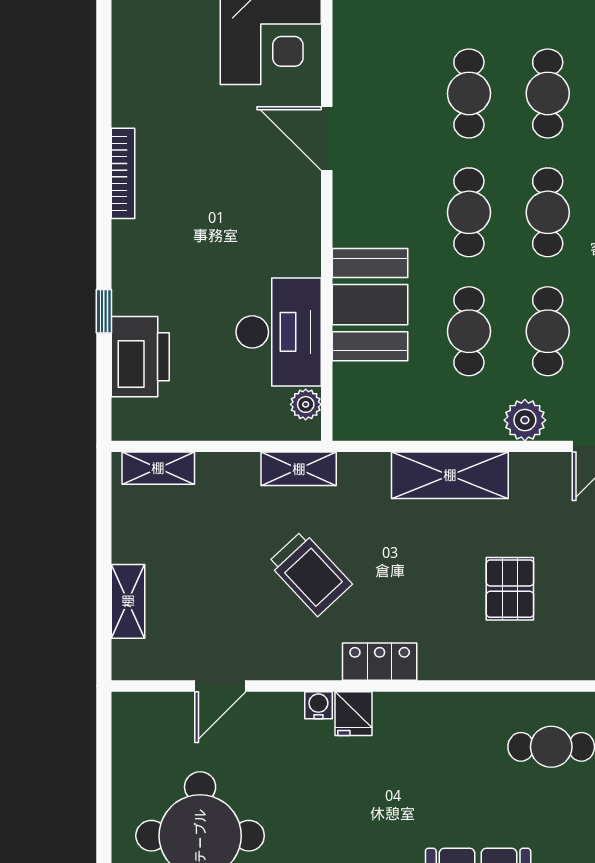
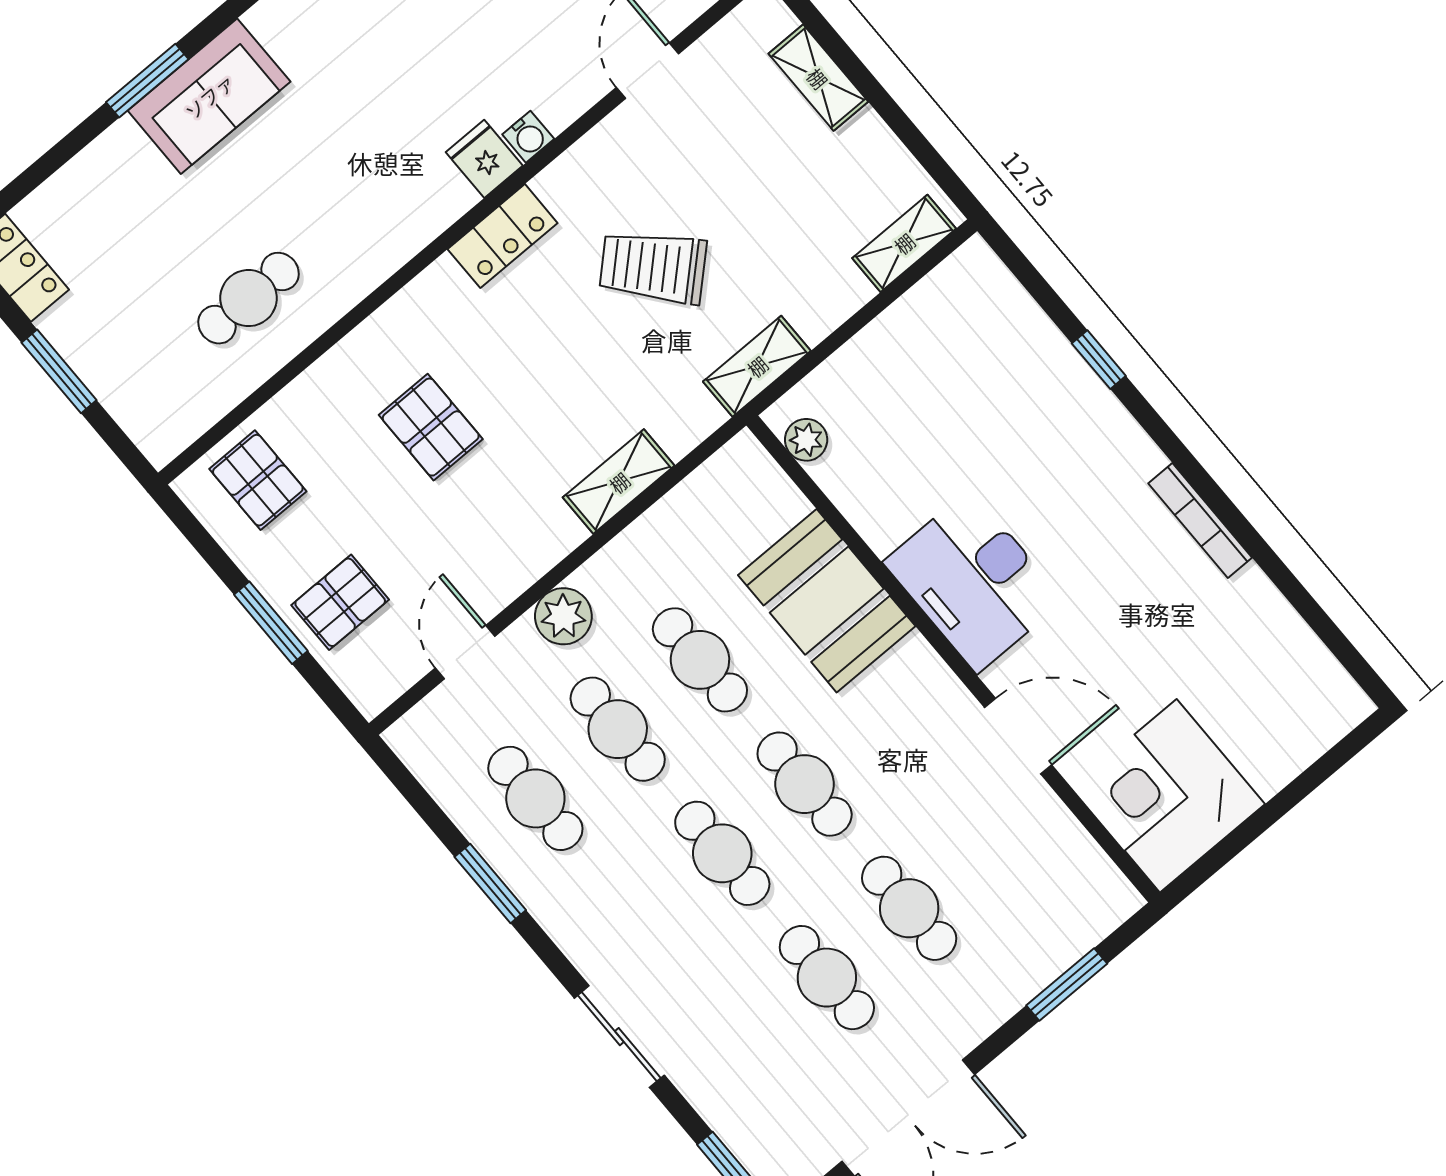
desk: (279, 332) -> (974, 581), moved
printer: (140, 357) -> (1021, 344), removed
shelving: (450, 475) -> (619, 482), width x0.67, depth x0.75

